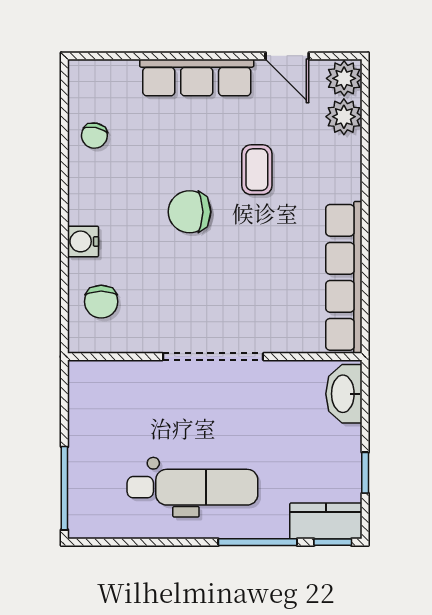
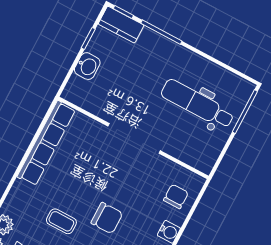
coffee table: (257, 170) -> (61, 221), turned 90
washbasin: (344, 394) -> (87, 66), moved, width x0.72
dental chair: (192, 487) -> (197, 104), moved

